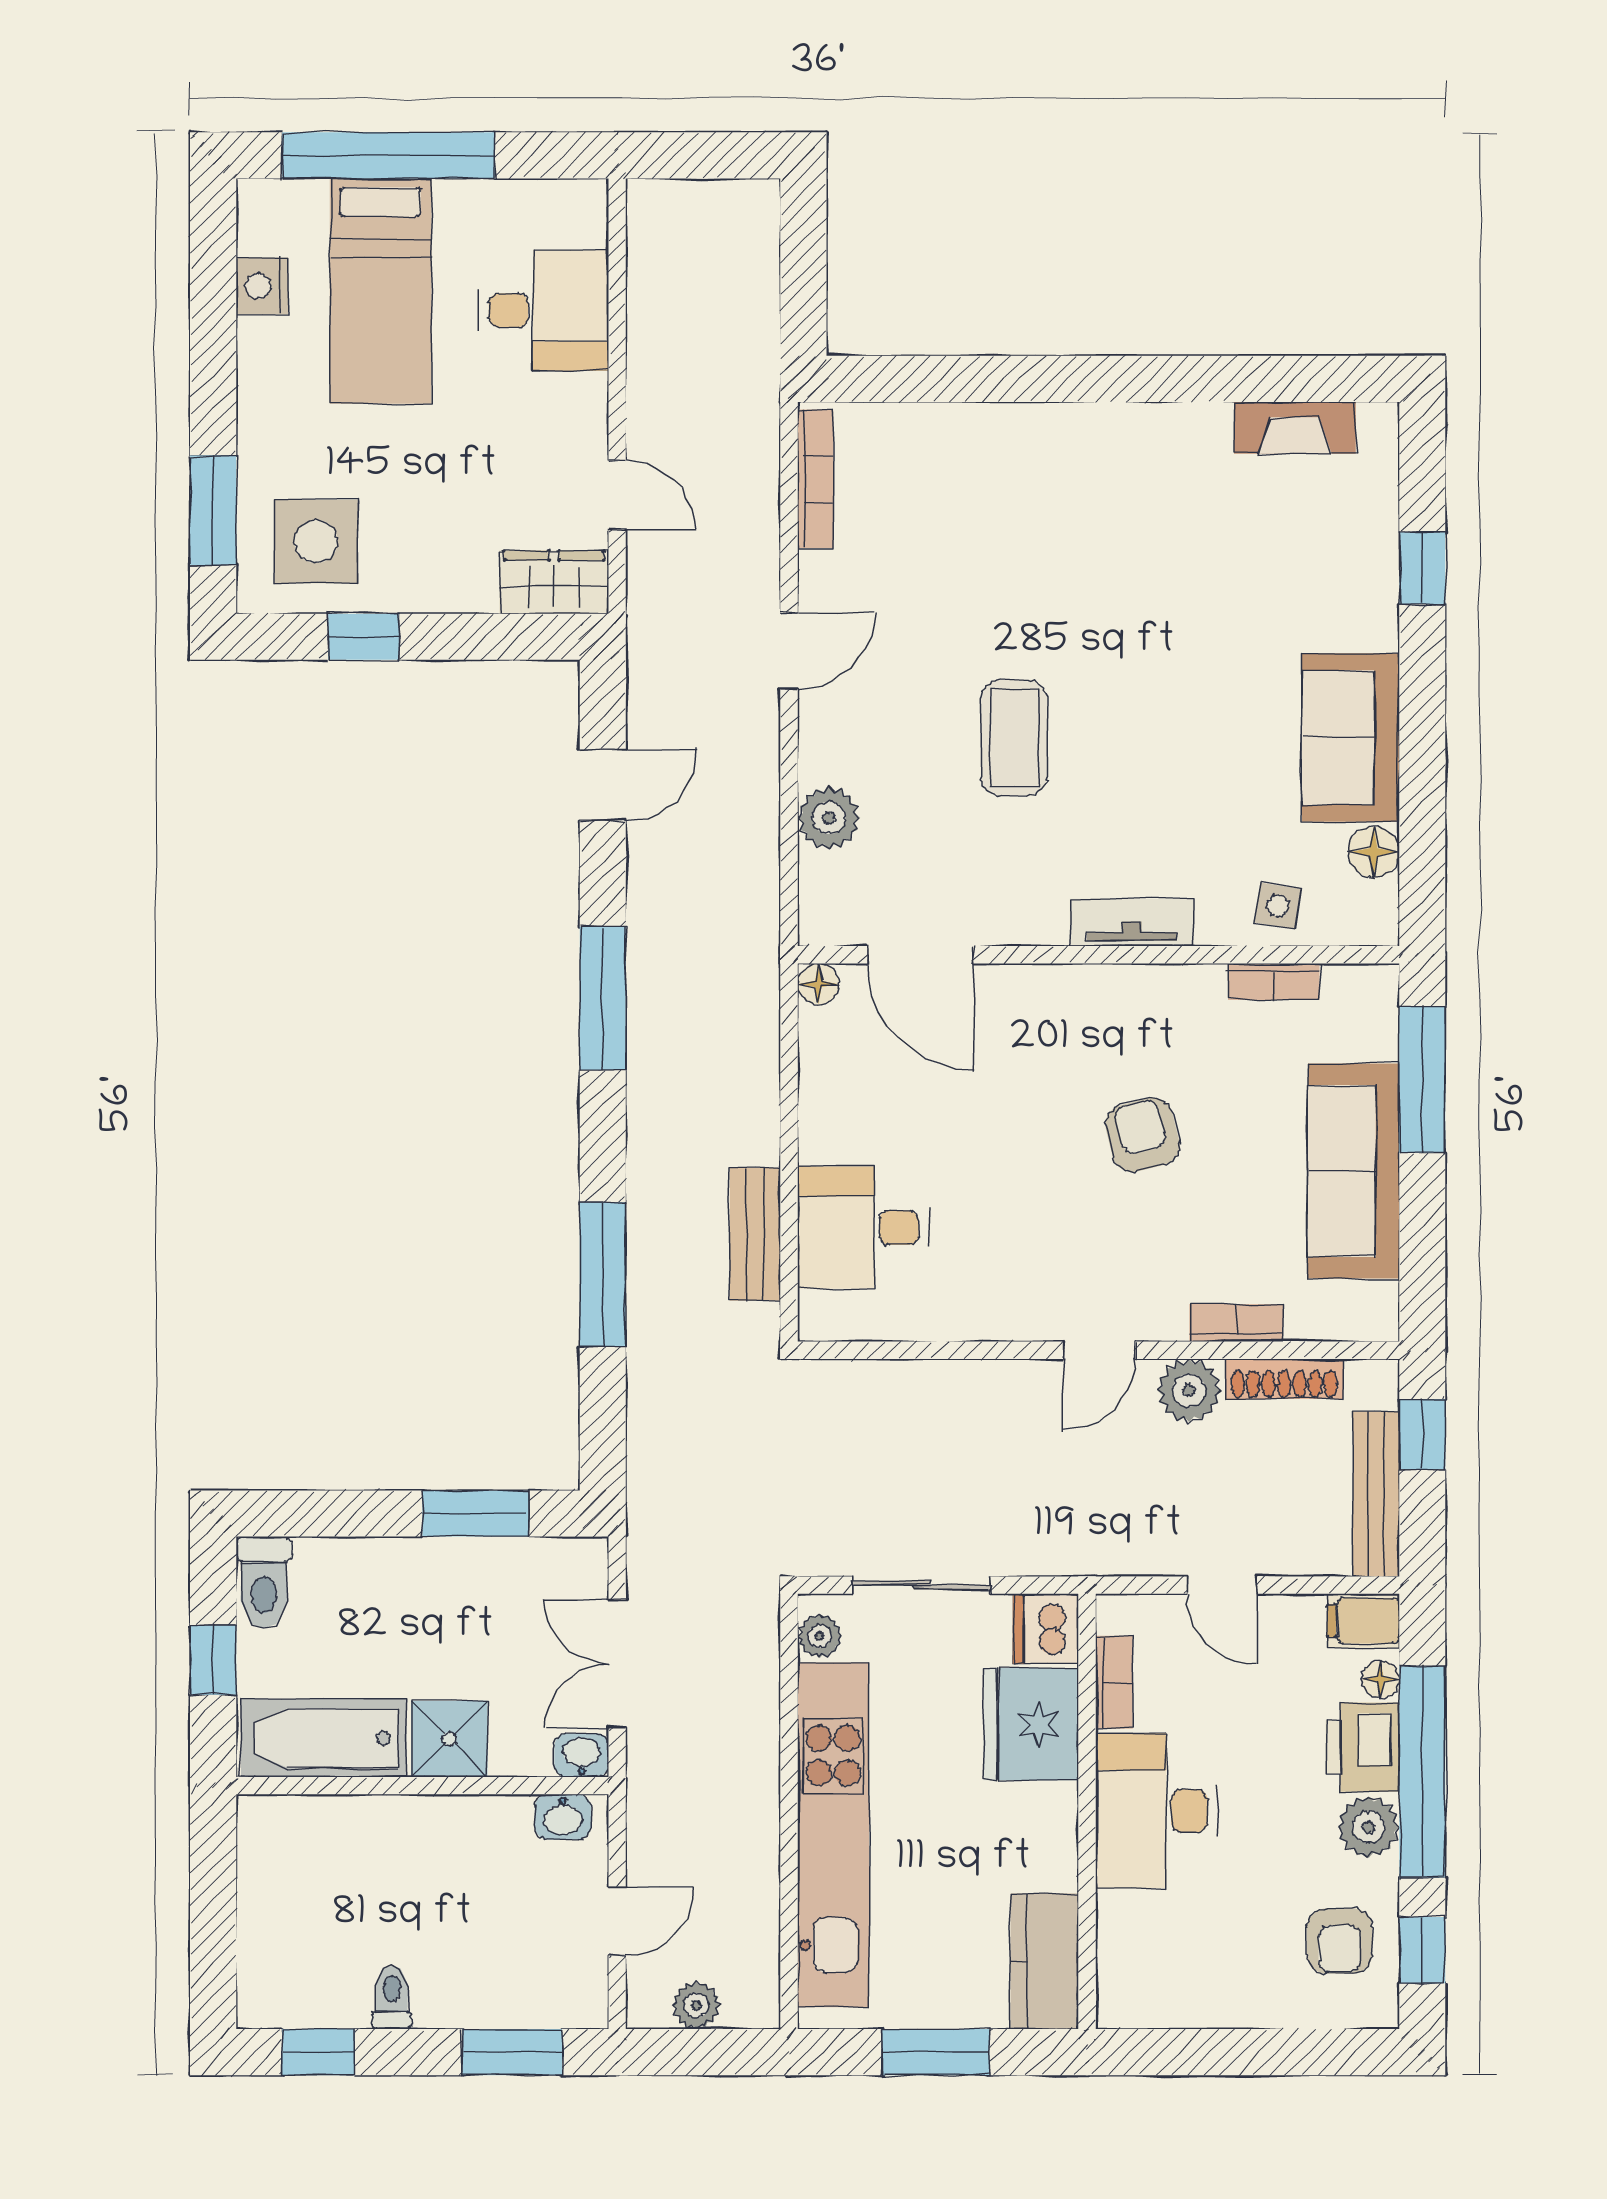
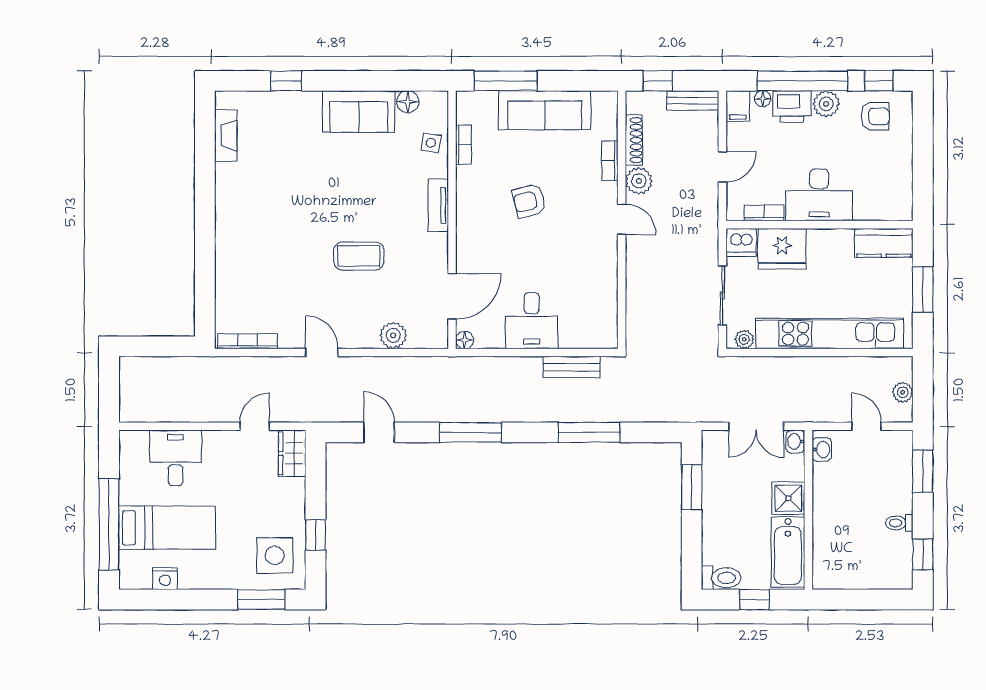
desk: (863, 1228) -> (532, 321), moved
bench: (1376, 1494) -> (693, 101), width x0.73

